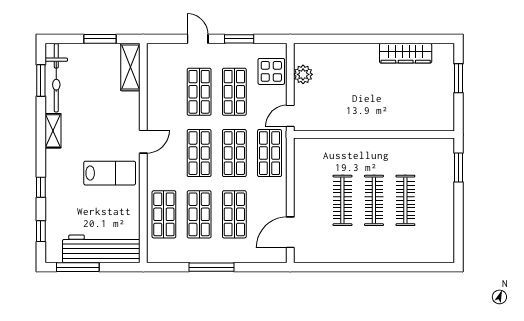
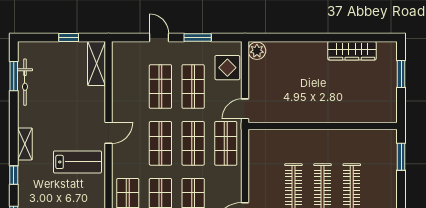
window: (100, 39) -> (69, 38), width x0.67
plant: (303, 74) -> (257, 51), moved
bicycle: (56, 78) -> (25, 82), width x0.73, depth x0.71
shelving: (53, 131) -> (25, 144), moved

